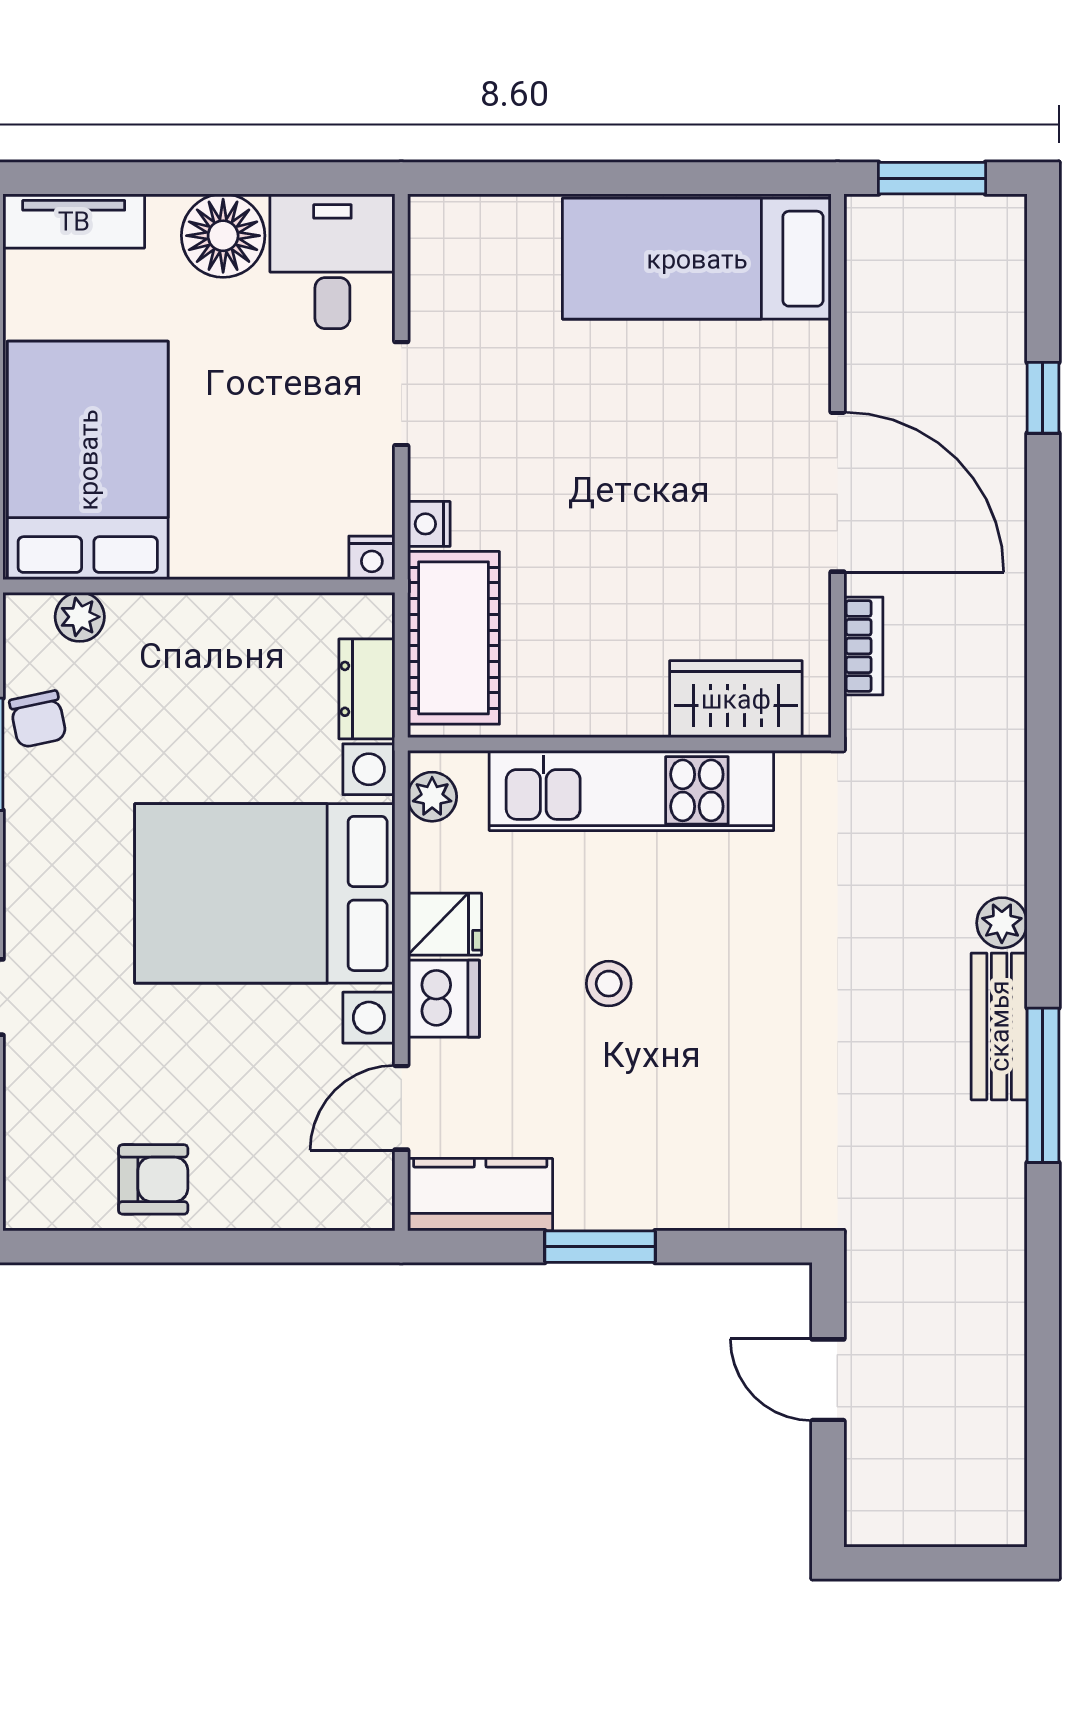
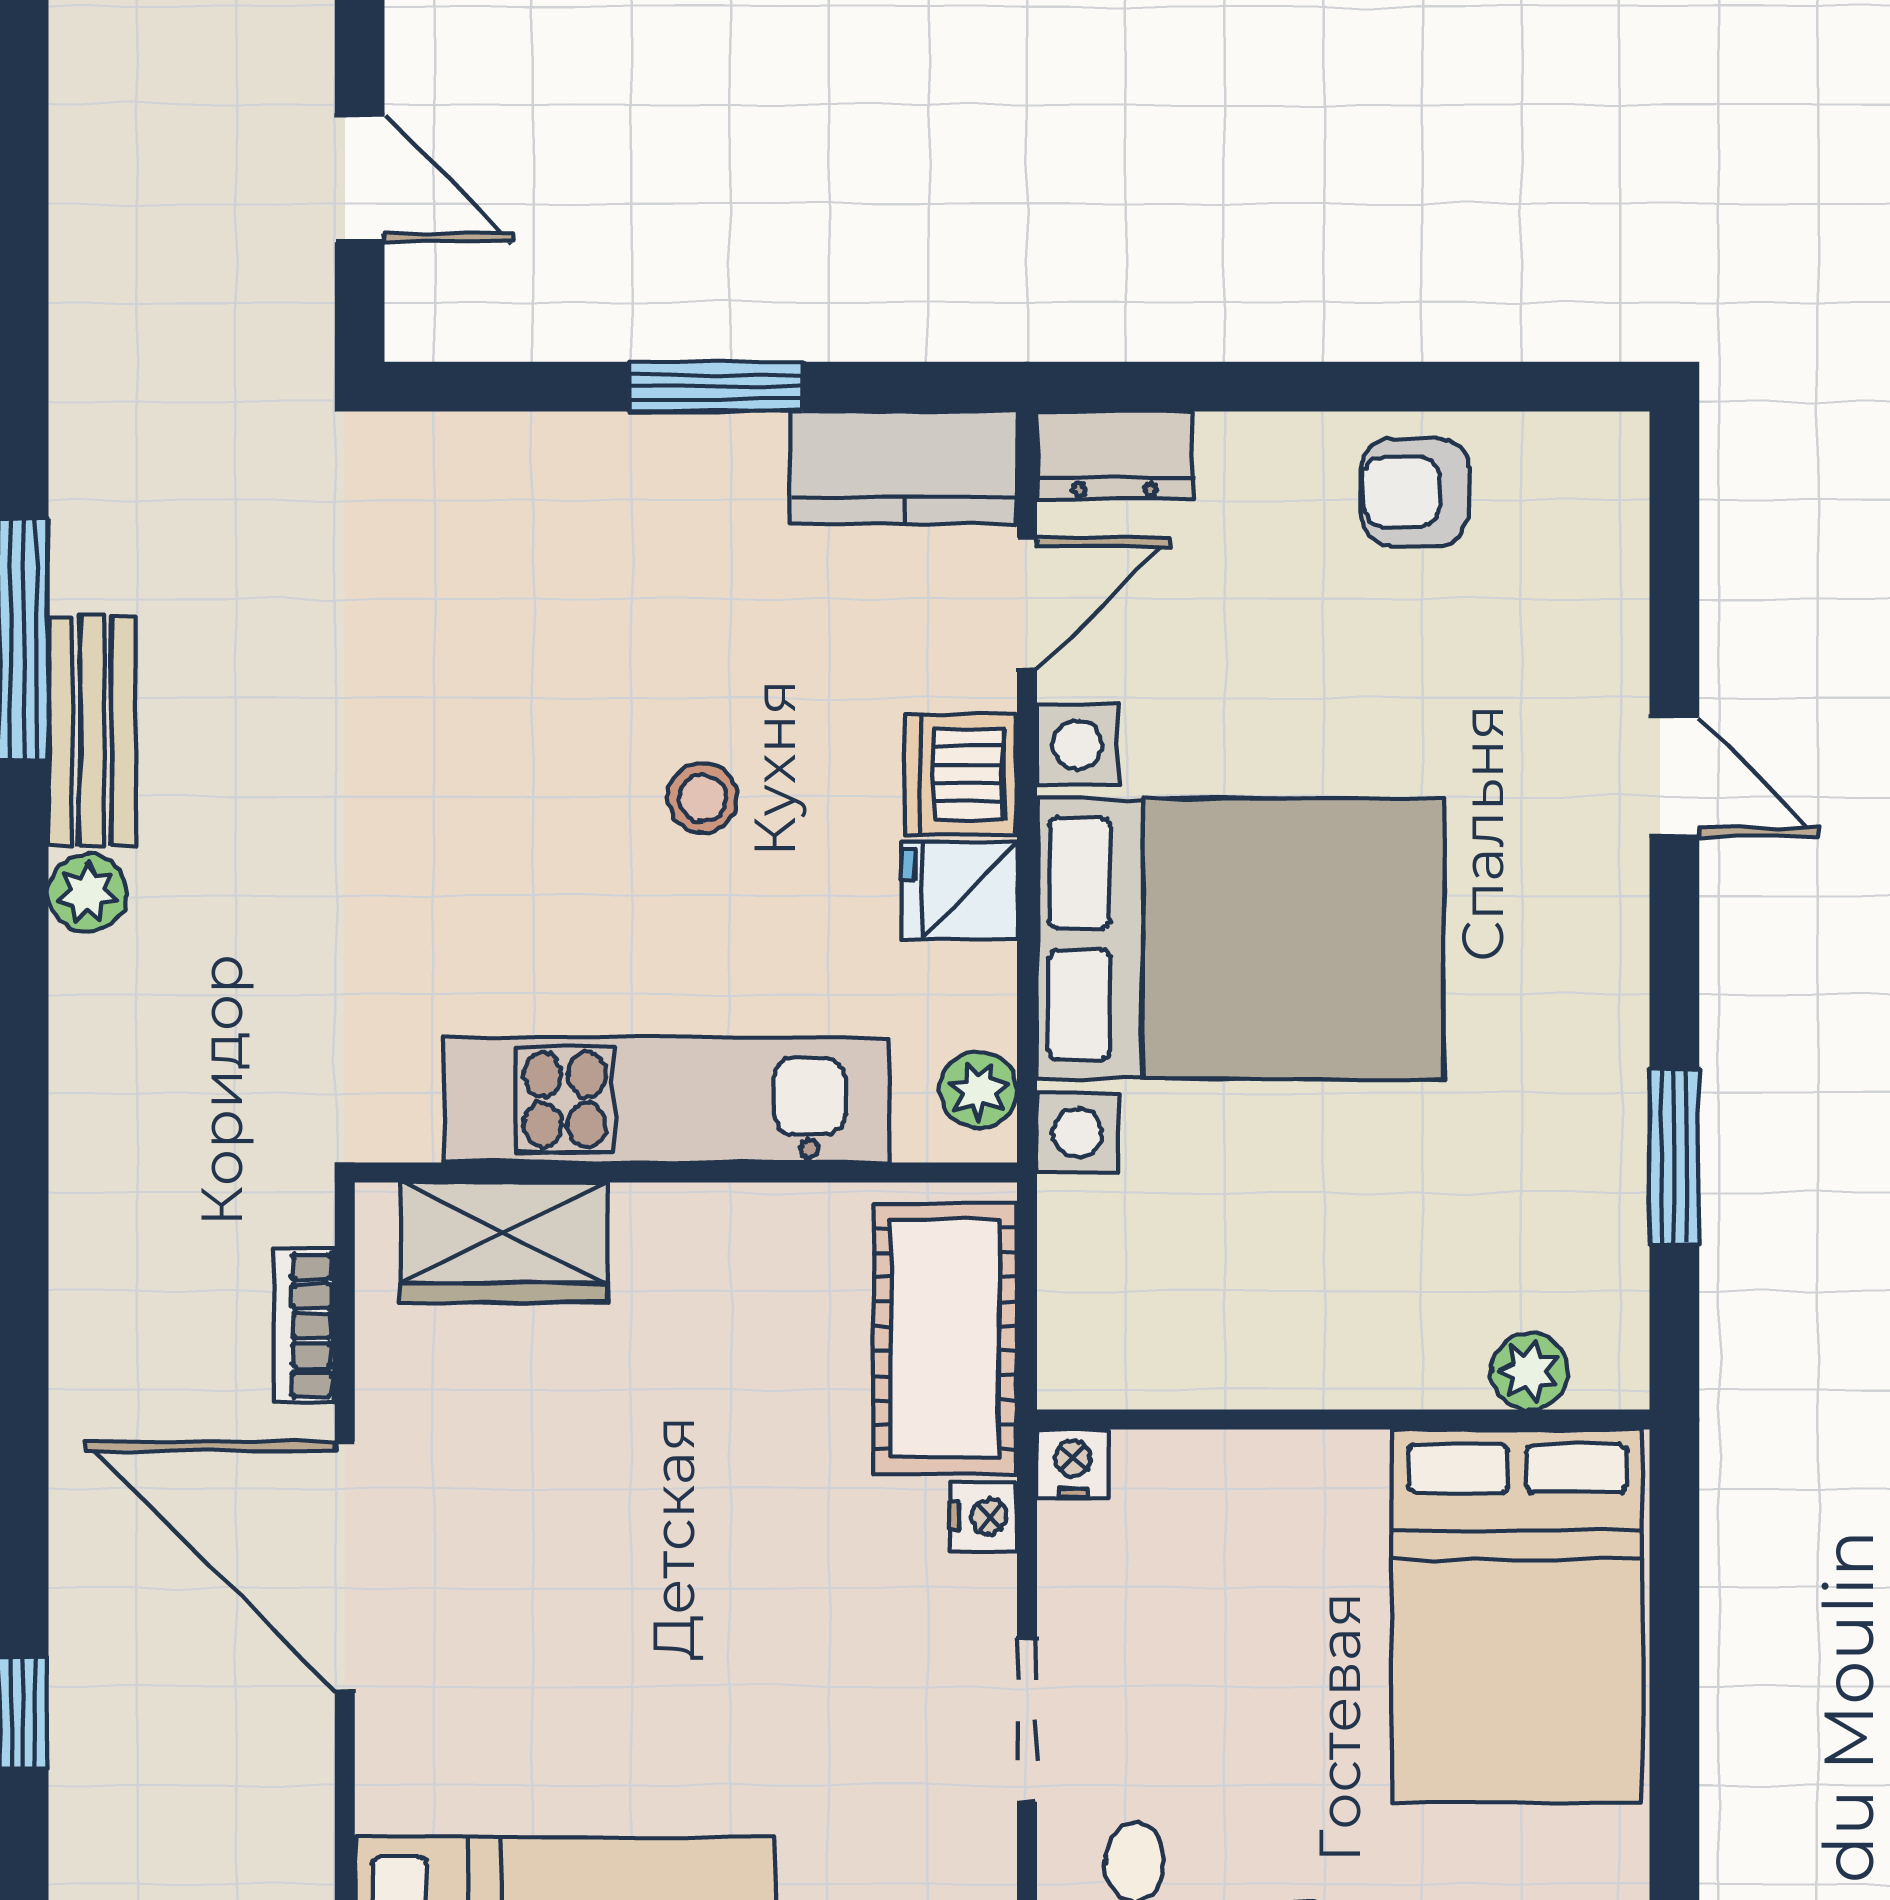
dresser: (367, 689) -> (1115, 455), moved, turned 90
chair: (38, 719) -> (1595, 1211), removed

